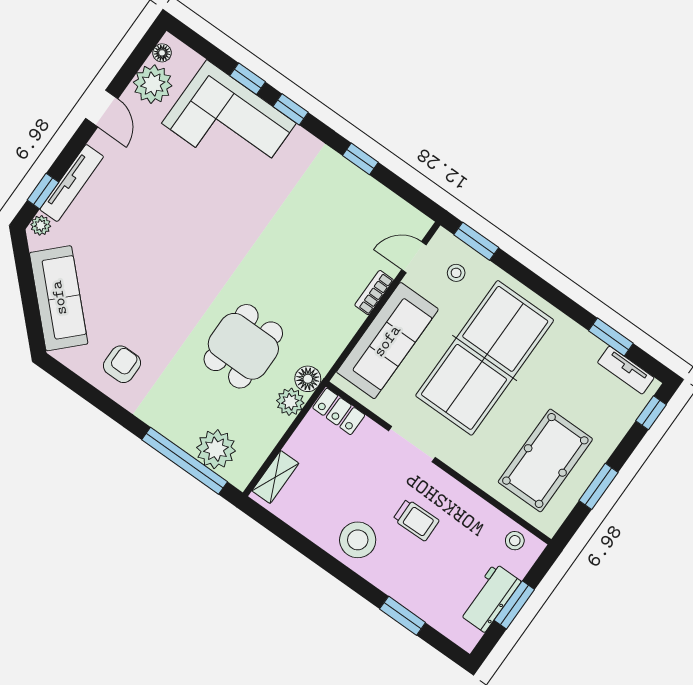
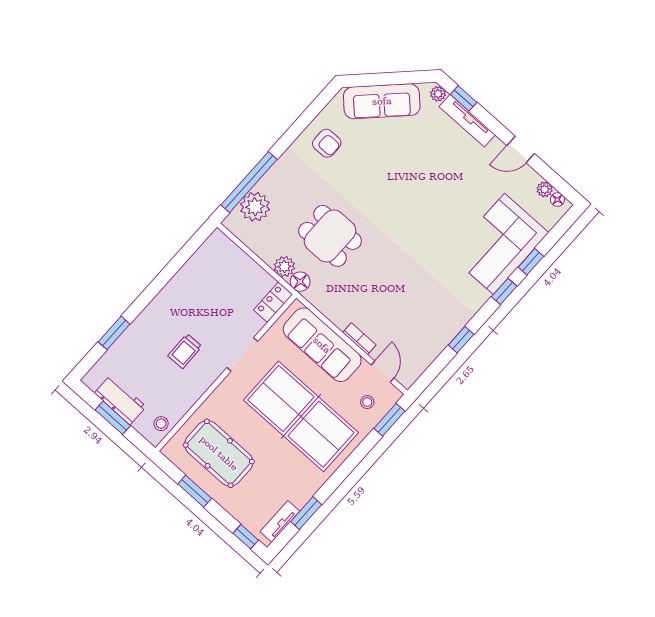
plant: (153, 84) -> (545, 189), width x0.53, depth x0.53
shelving: (275, 477) -> (229, 249), removed
stool: (358, 540) -> (175, 306), removed

